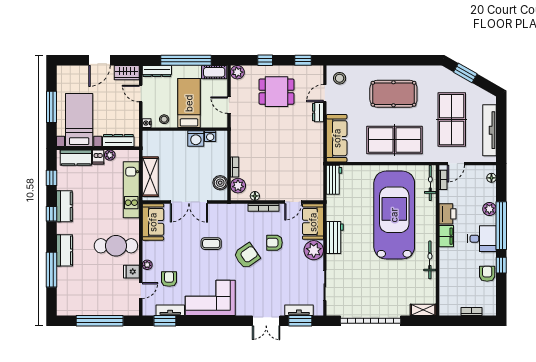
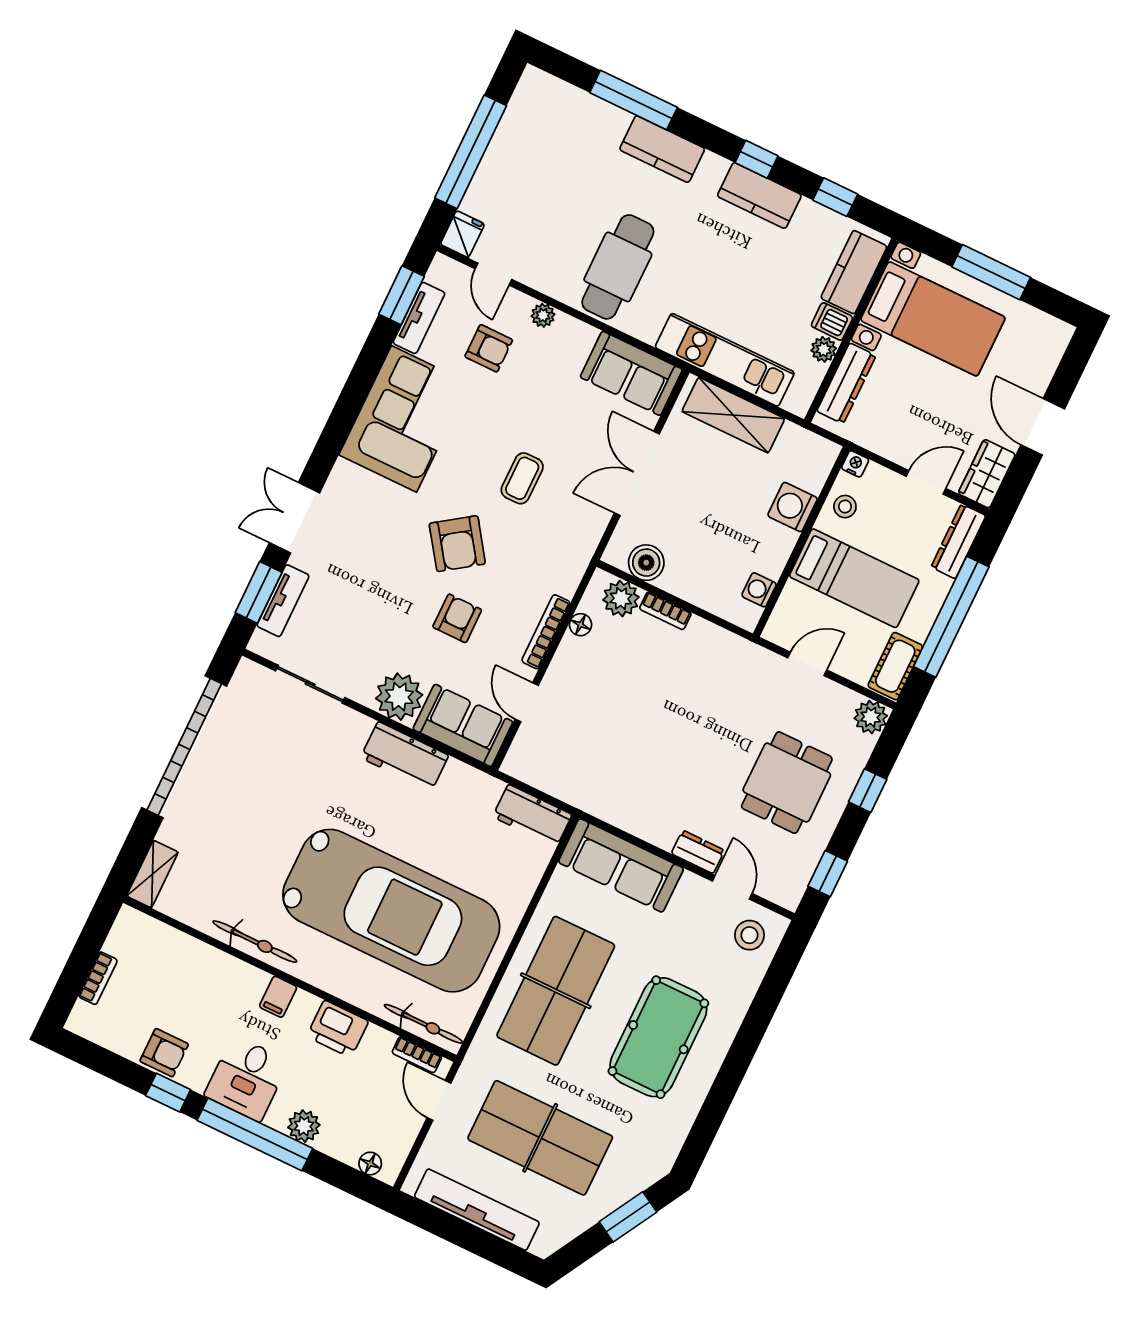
washing machine: (196, 138) -> (793, 507), moved
filing cabinet: (446, 236) -> (278, 997), width x0.50
fridge: (131, 272) -> (462, 234), moved

